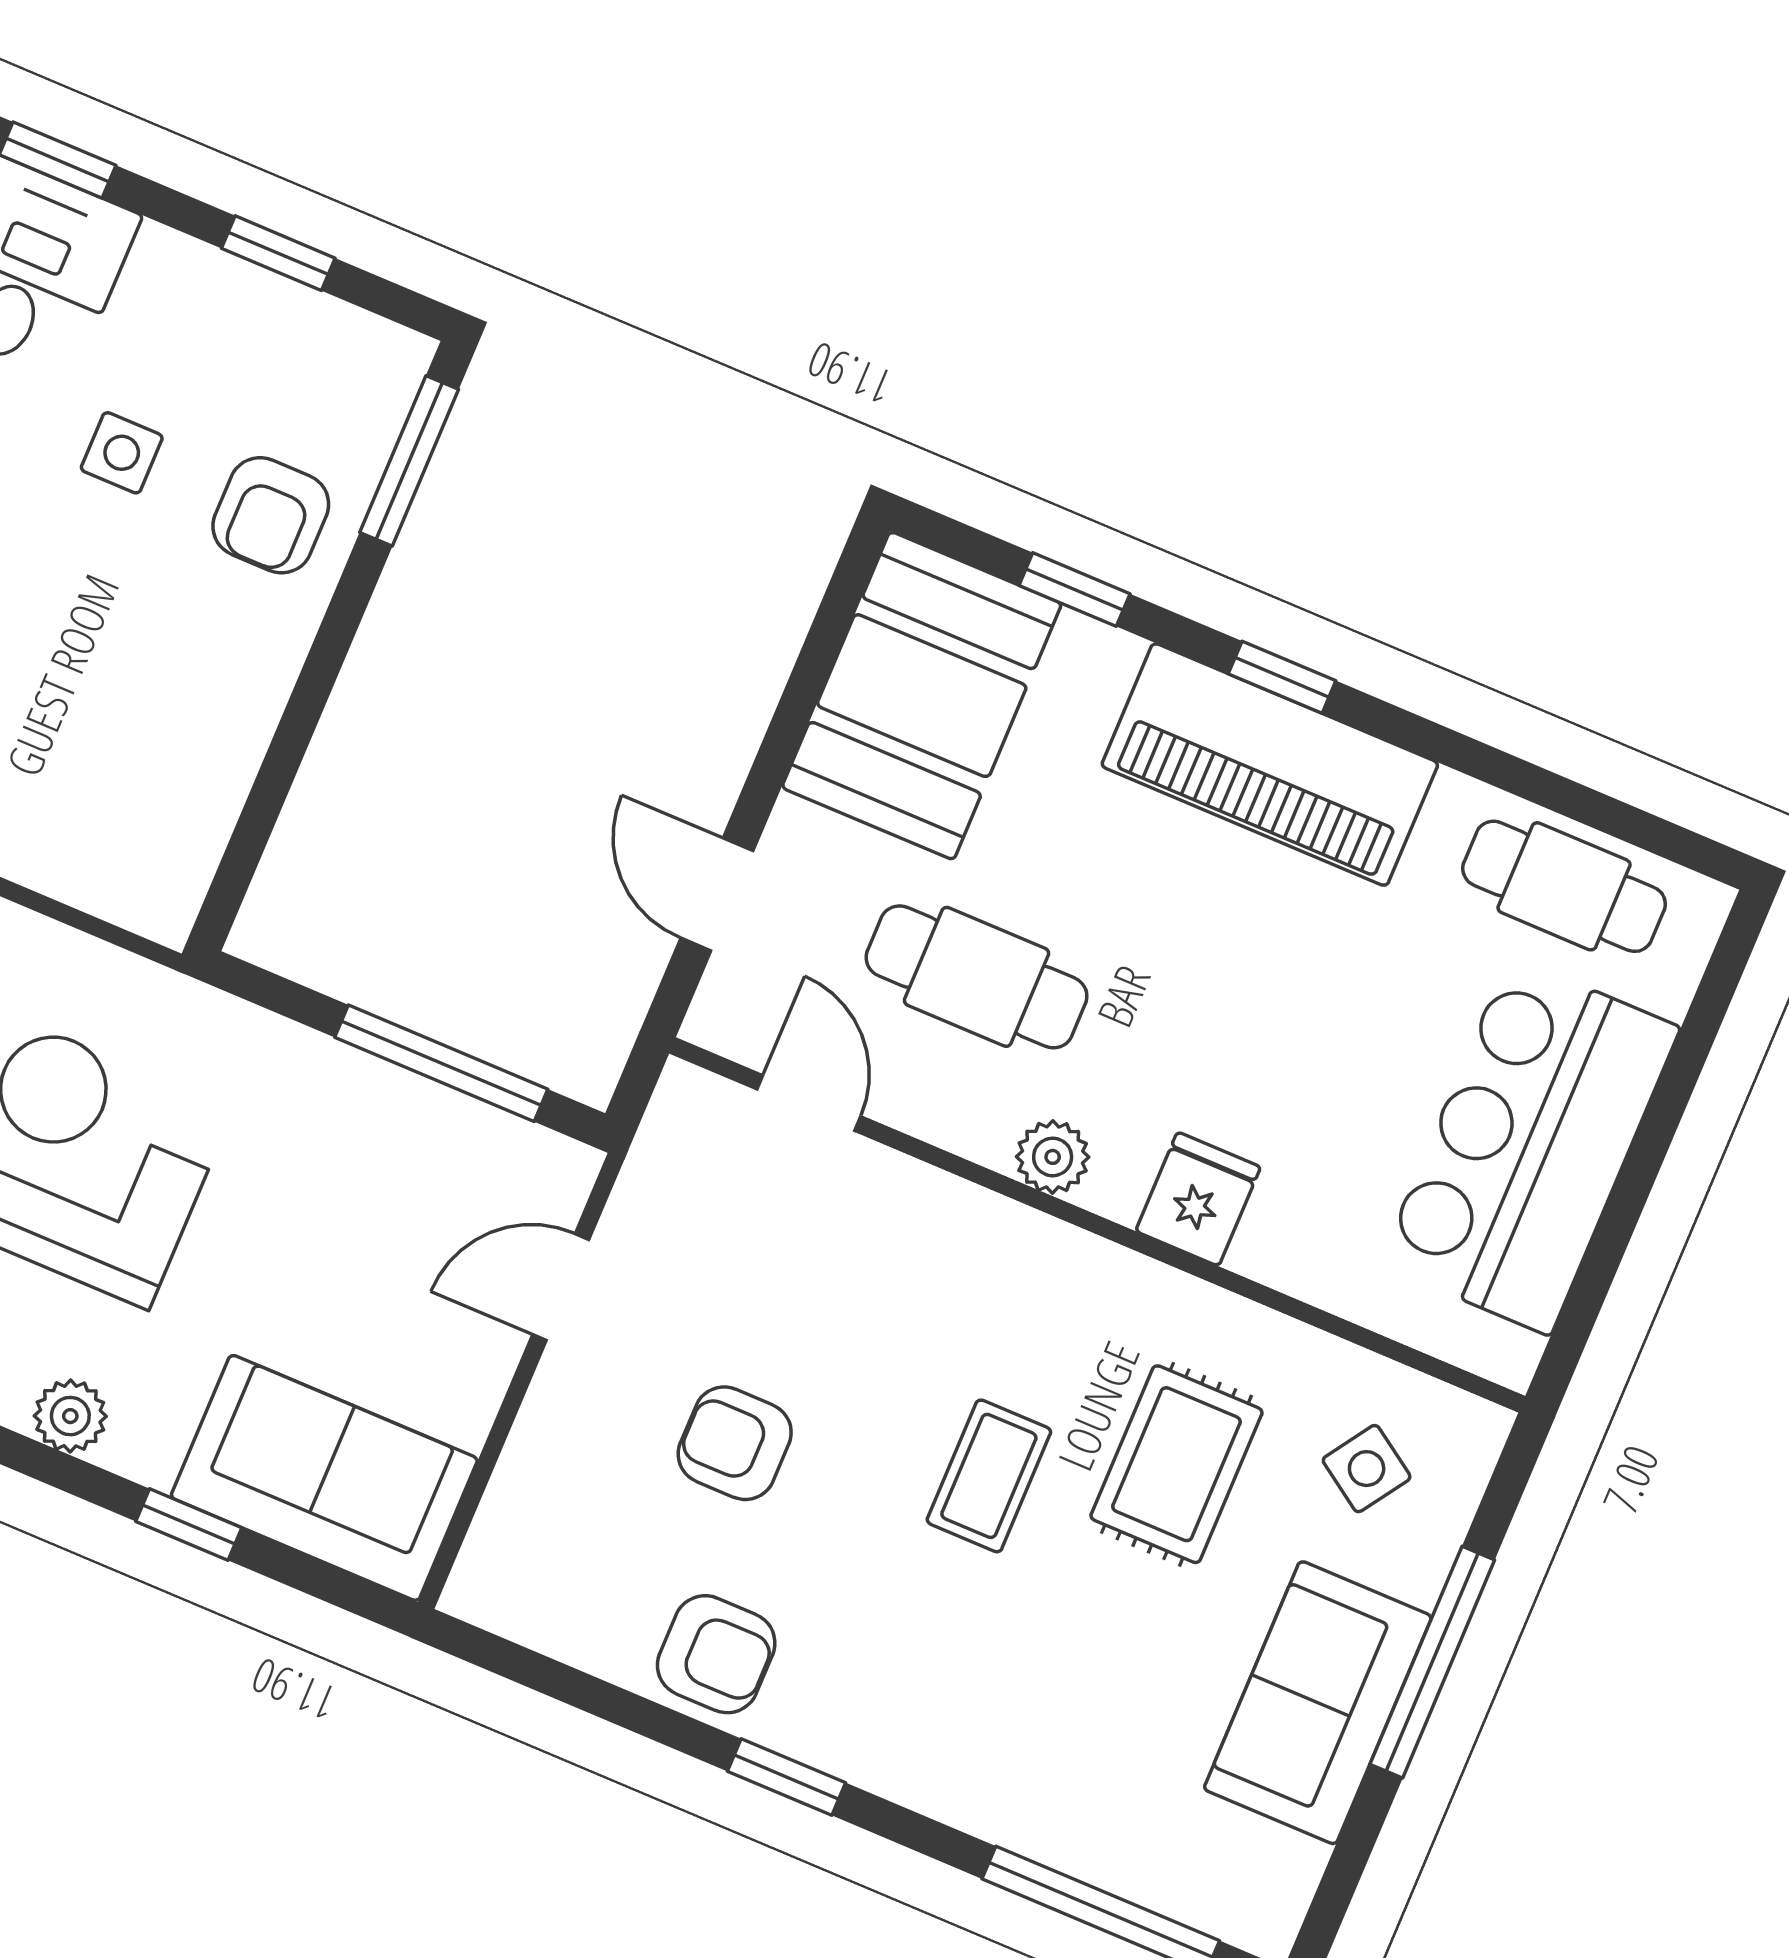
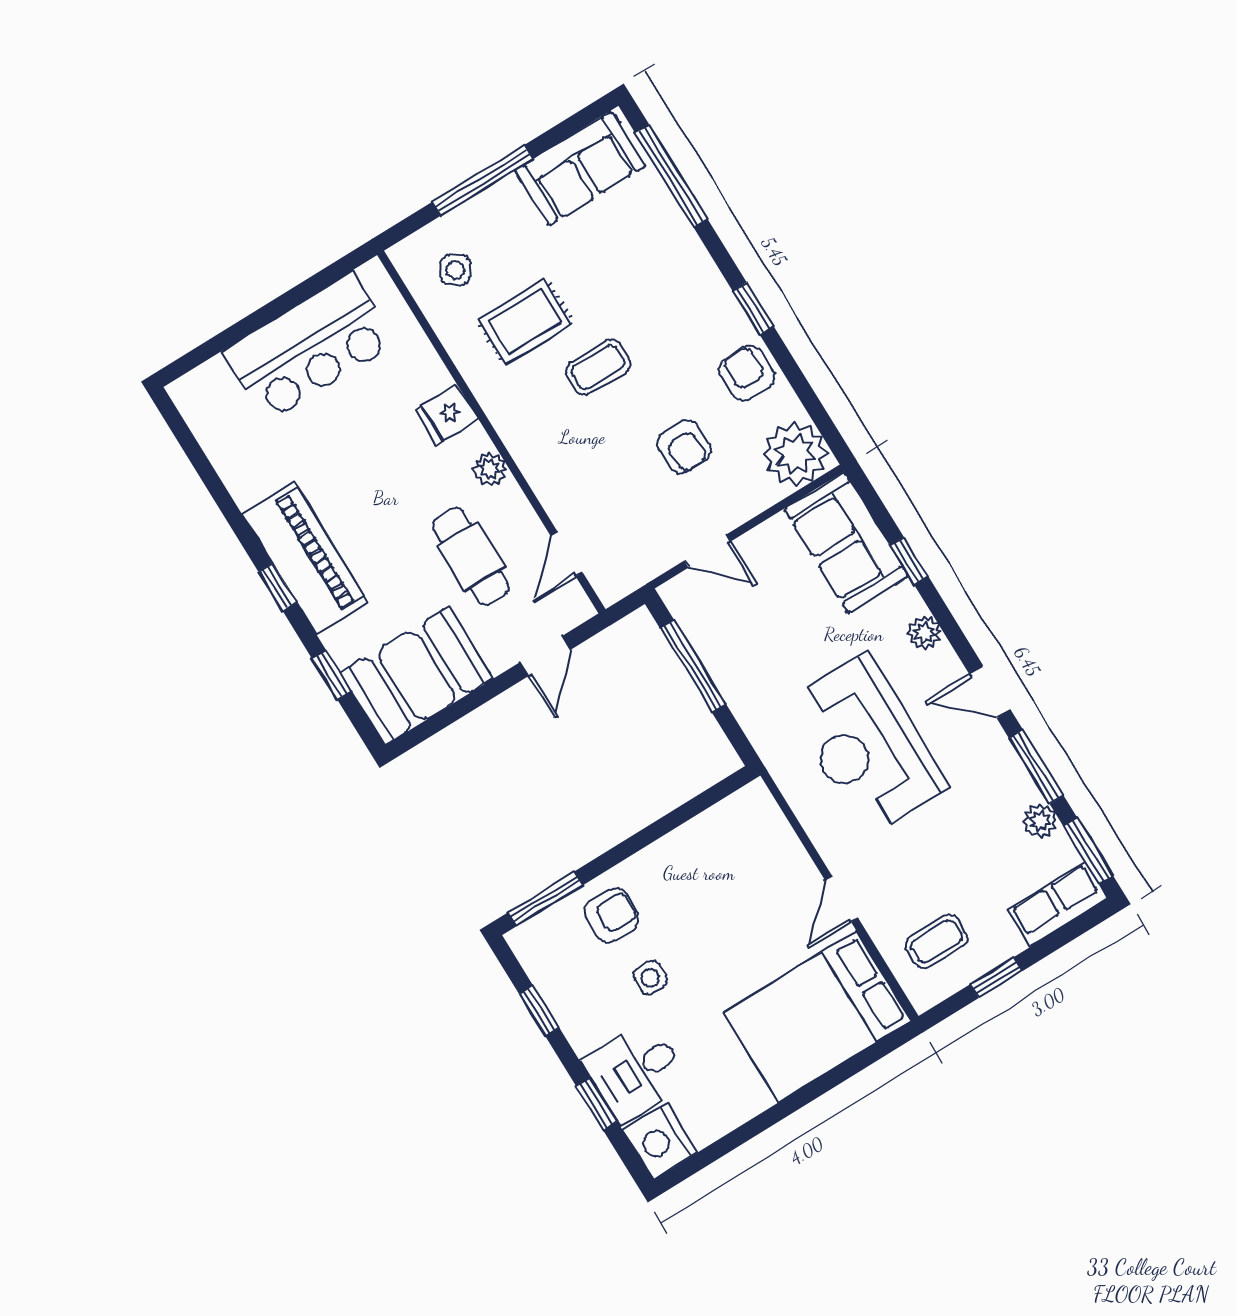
cafe table: (1564, 886) -> (228, 435), removed
plant: (527, 1571) -> (795, 454), added
sofa: (1318, 1703) -> (580, 168), moved

